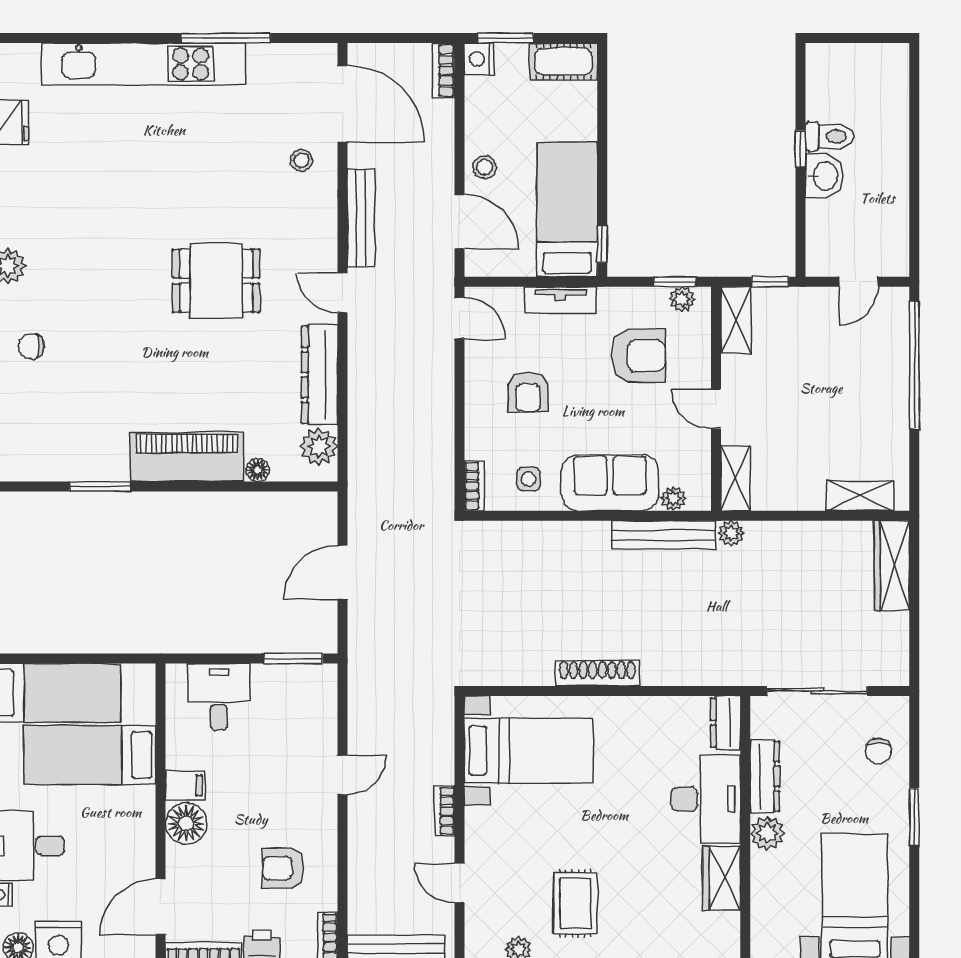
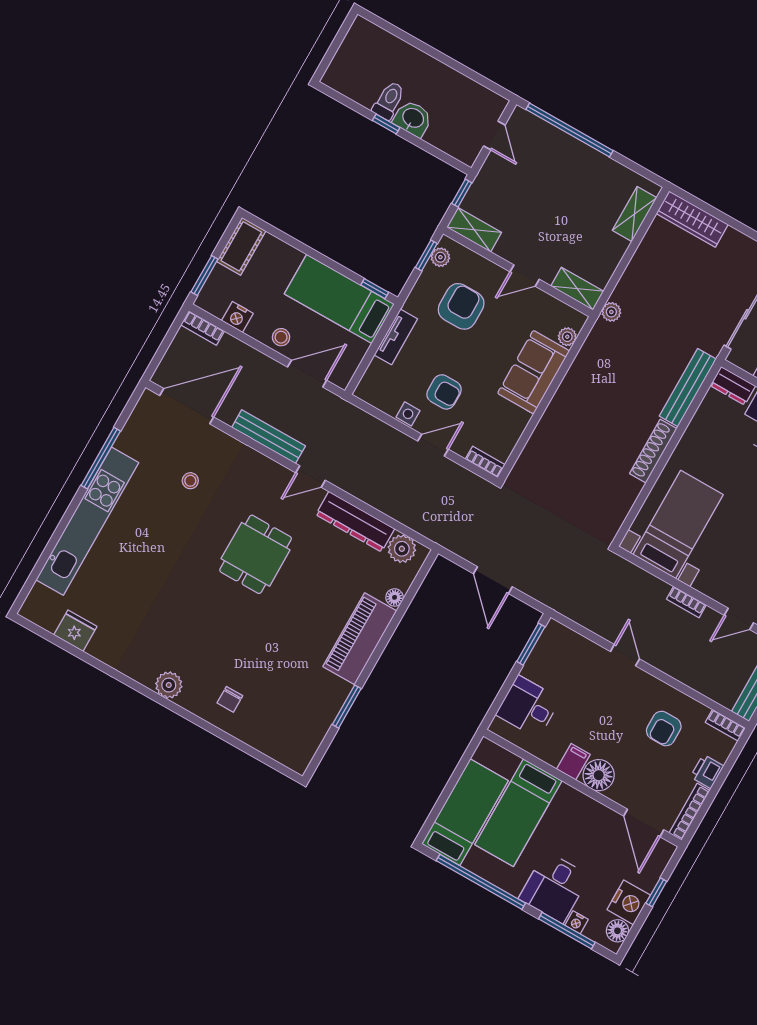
nightstand: (479, 59) -> (237, 317), moved
stool: (301, 160) -> (190, 481), moved
door: (459, 318) -> (433, 445), moved
side table: (528, 479) -> (408, 414), moved
bench: (664, 535) -> (688, 388), moved

